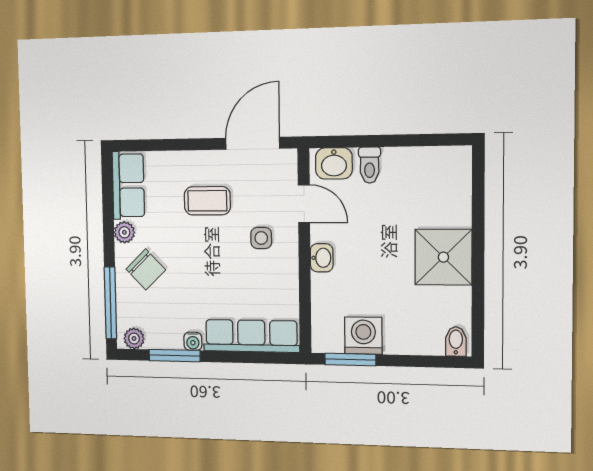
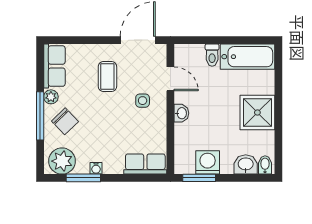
washbasin: (334, 163) -> (246, 164), moved, turned 180
bathtub: (427, 167) -> (248, 57), added
coffee table: (207, 201) -> (107, 77), turned 90
window: (110, 303) -> (40, 116), moved
row of seats: (251, 336) -> (145, 164), width x0.68
plant: (134, 339) -> (62, 161), width x1.88, depth x1.88

